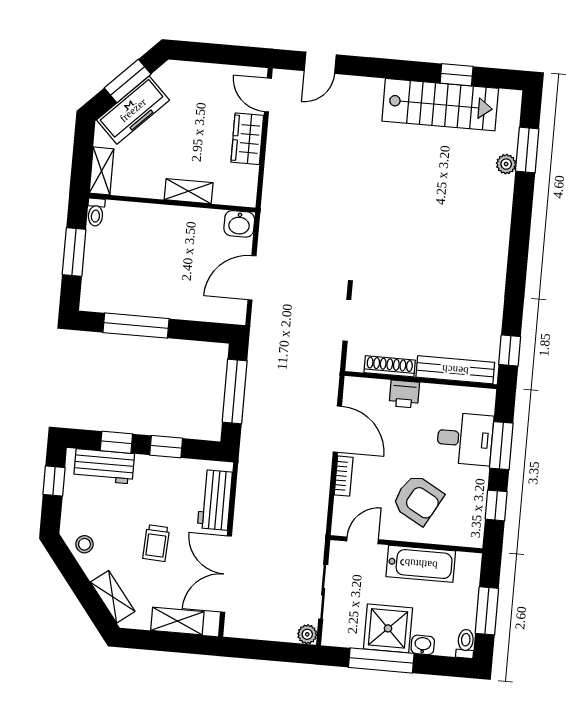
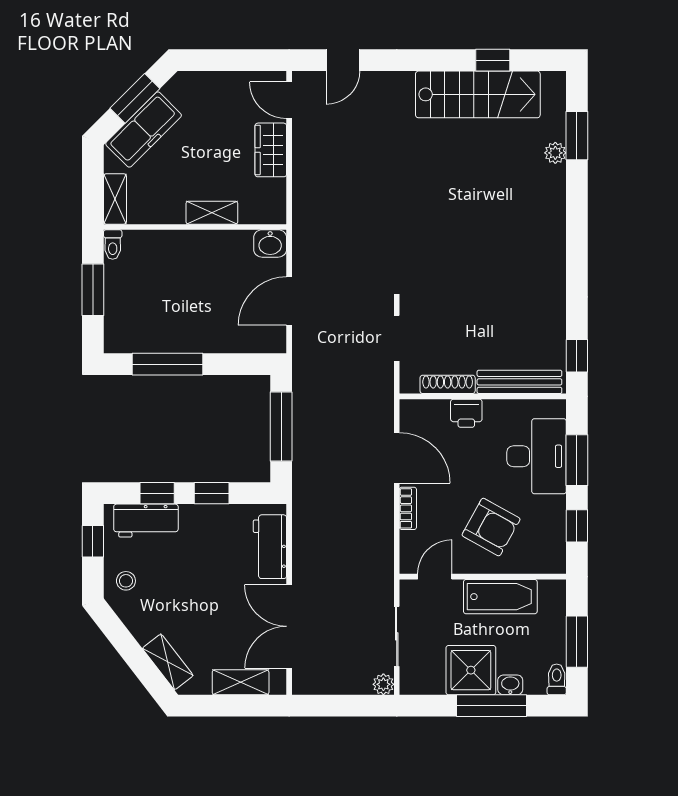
desk: (465, 439) -> (537, 456), width x1.37
trolley: (156, 543) -> (210, 599), removed
stool: (84, 544) -> (126, 581), moved
window: (381, 660) -> (492, 706), moved

